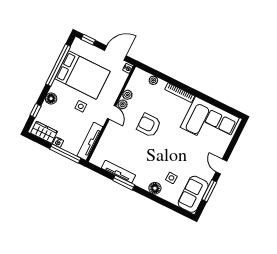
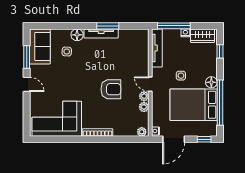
plant: (153, 80) -> (142, 132), moved
floor lamp: (51, 99) -> (211, 82), moved
tv unit: (118, 172) -> (101, 33), moved

